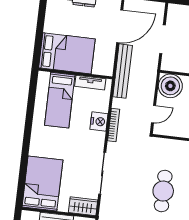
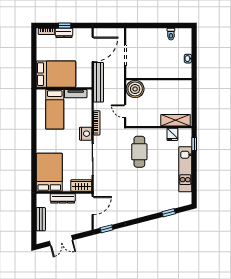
door: (154, 114) -> (125, 111), swing flipped
nightstand: (99, 122) -> (86, 134), moved
cafe table: (163, 191) -> (139, 152), moved

